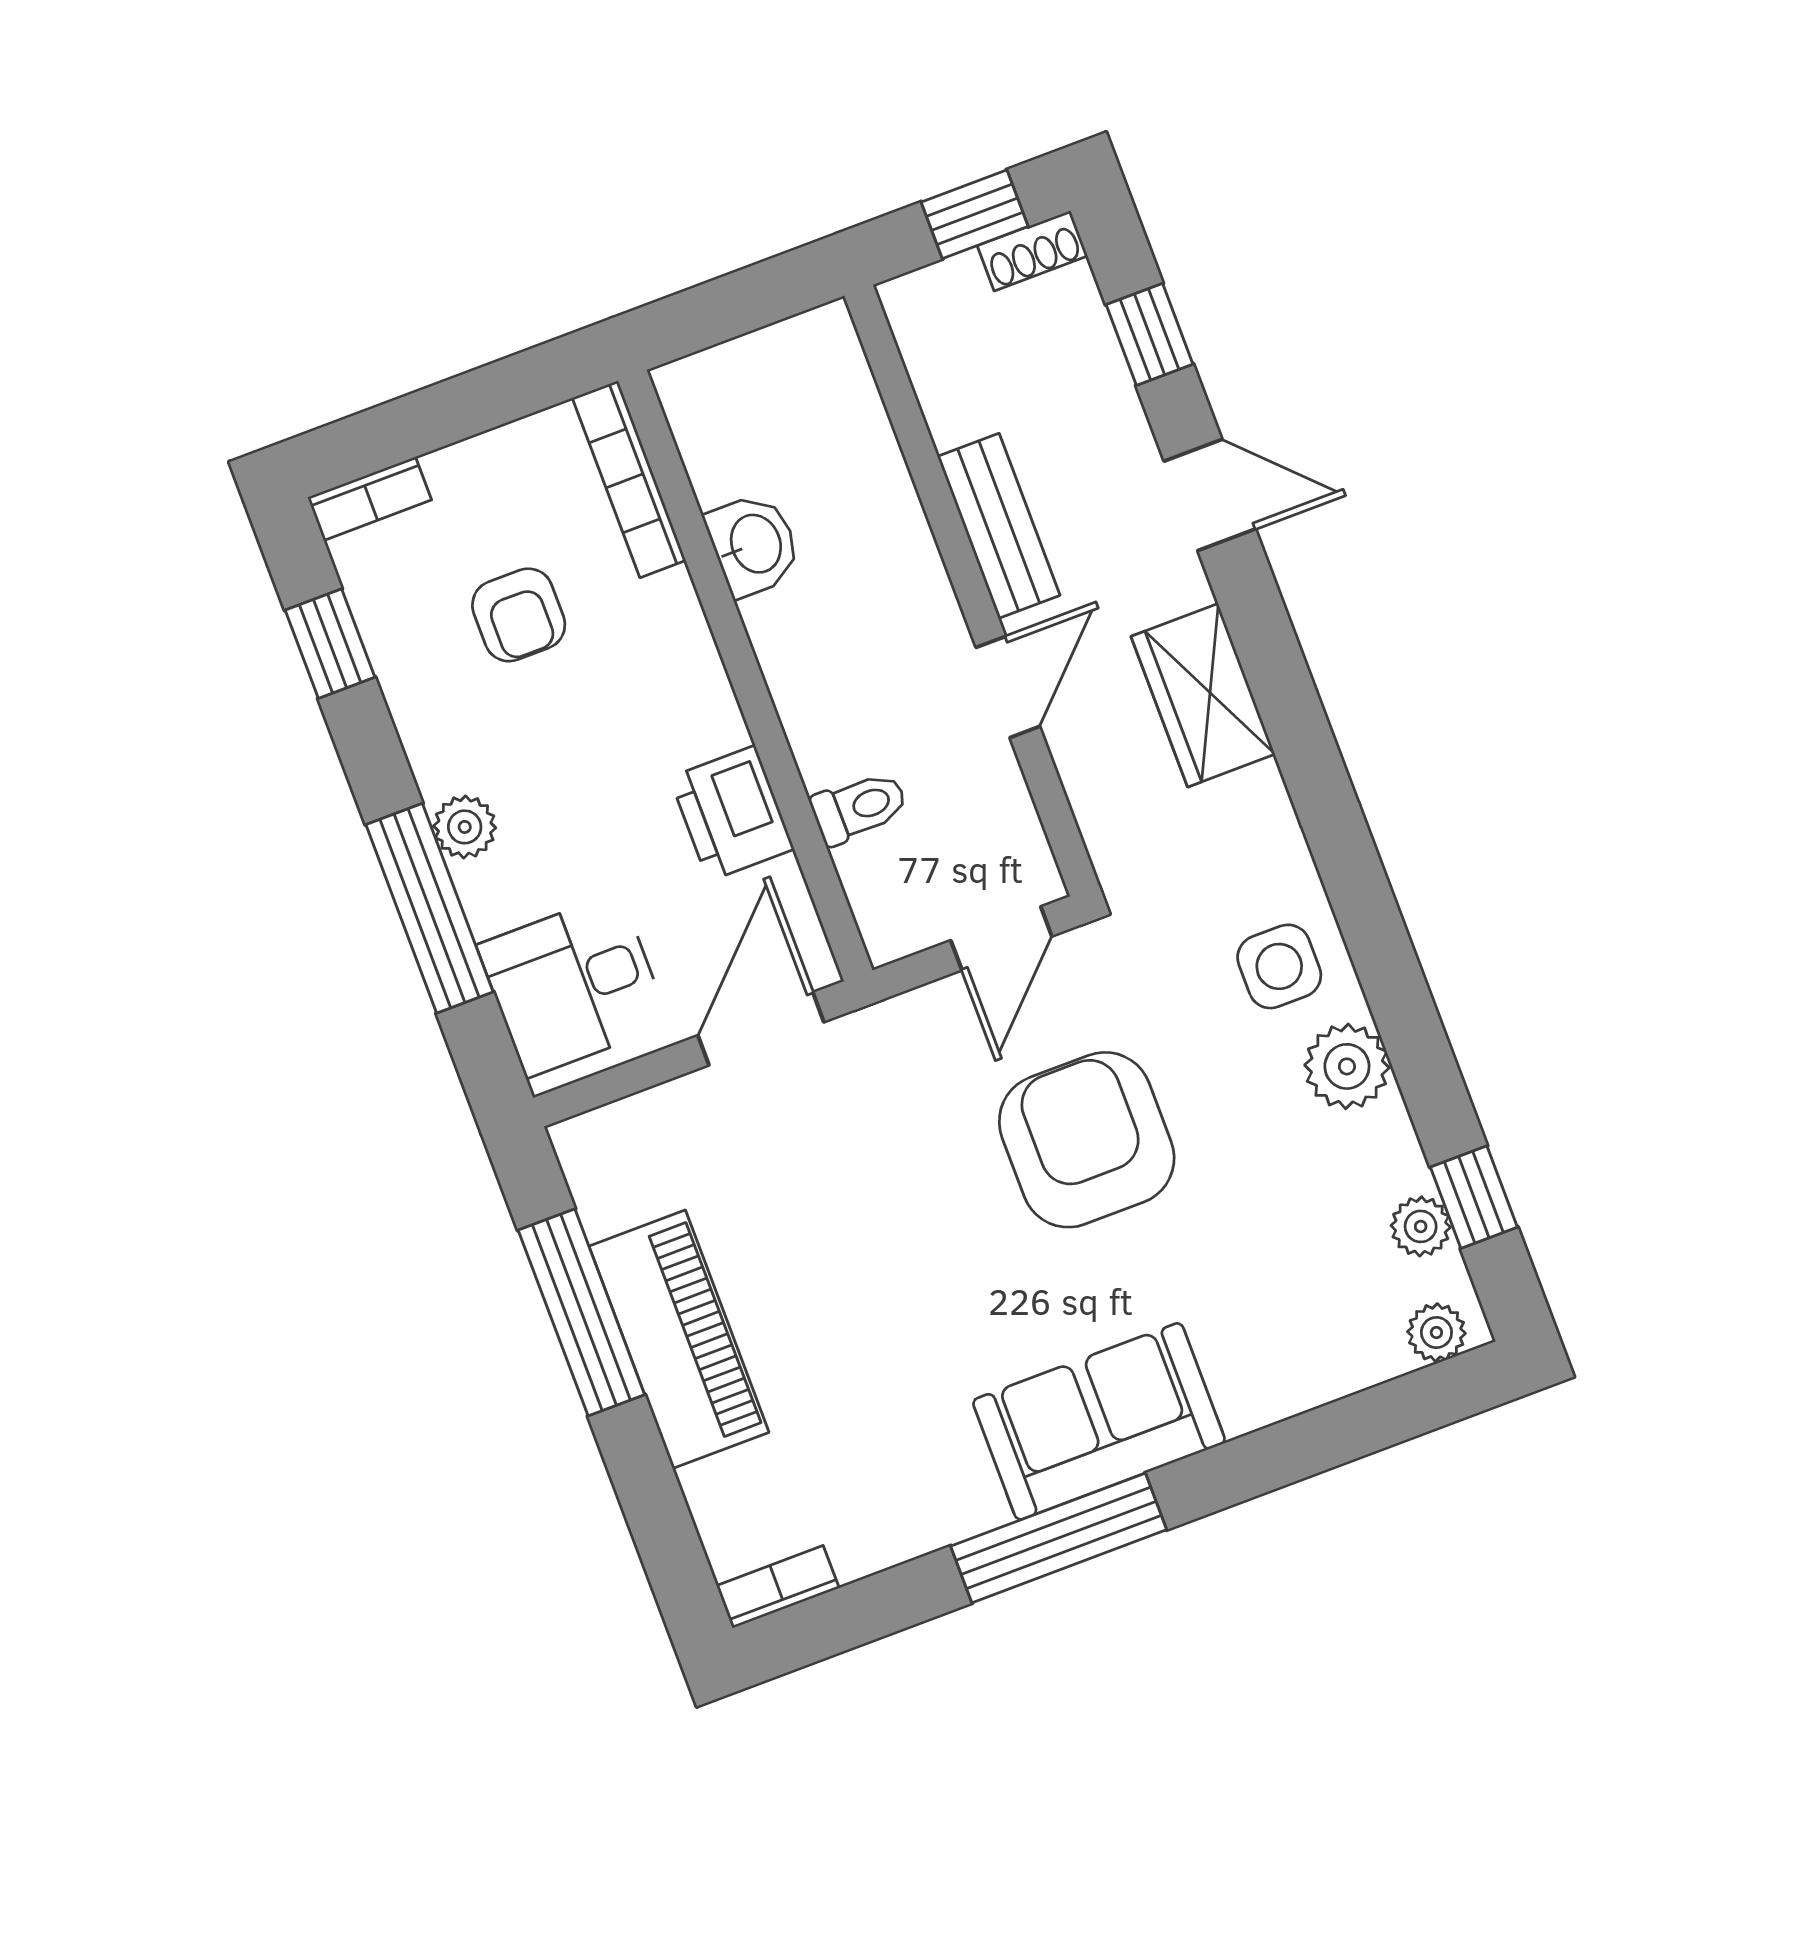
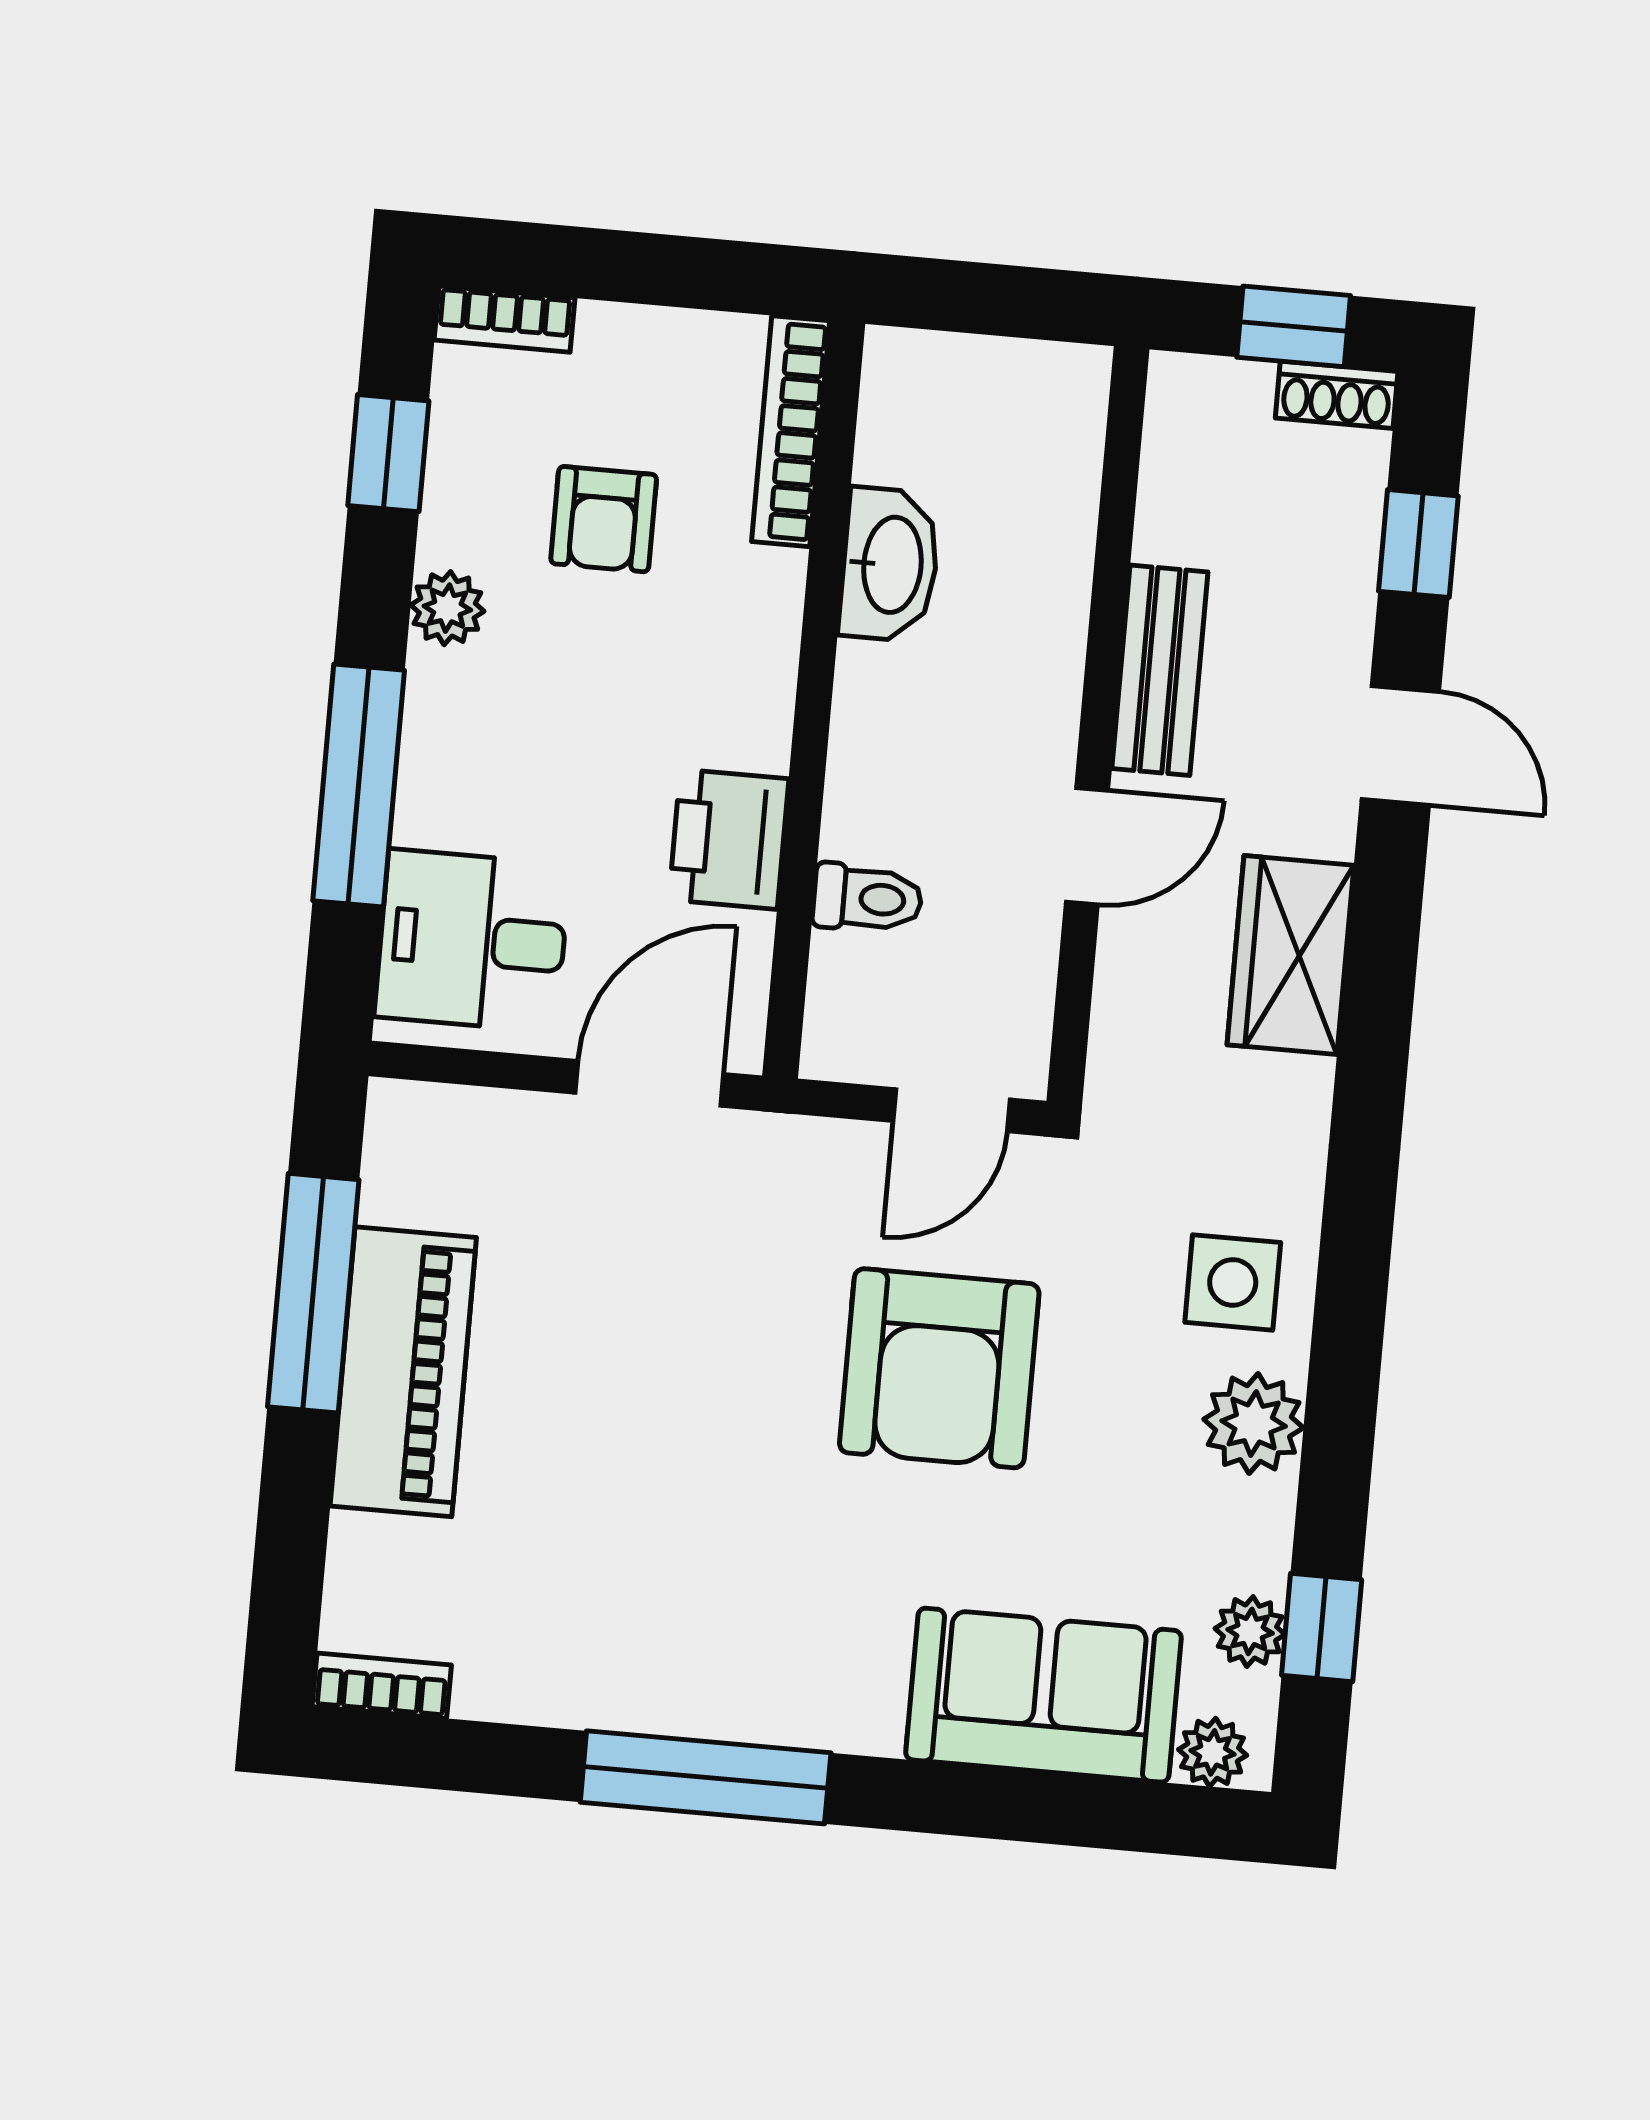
washbasin: (754, 545) -> (890, 565), width x1.38
plant: (465, 827) -> (447, 608), moved
armchair: (1087, 1140) -> (939, 1368), turned 180
sofa: (1099, 1421) -> (1043, 1695), moved

